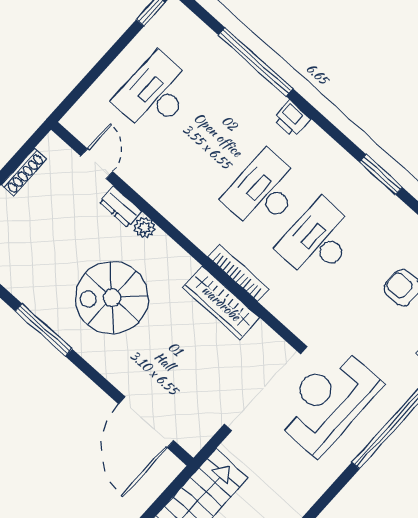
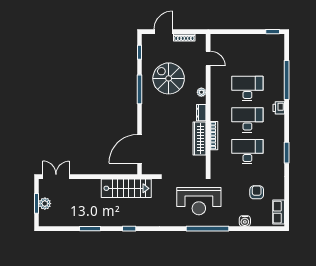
desk: (155, 94) -> (247, 88), moved
door: (97, 164) -> (208, 58), hinge flipped
dresser: (121, 207) -> (201, 113), moved
spiral stairs: (112, 298) -> (169, 78), moved
reception desk: (328, 401) -> (199, 201), turned 180

